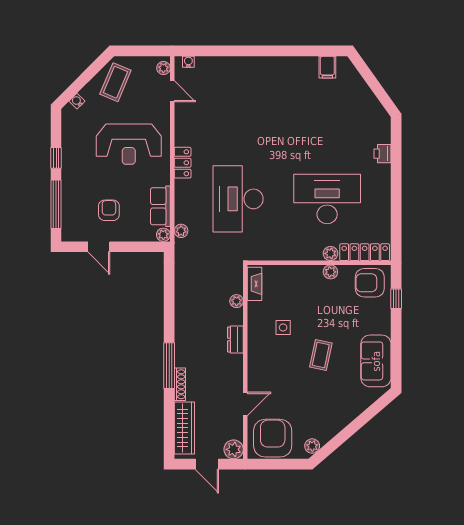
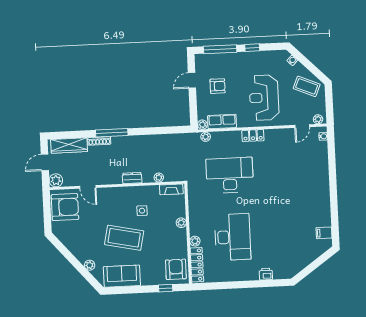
plant: (330, 272) -> (181, 223), moved
coffee table: (321, 355) -> (124, 238), width x1.86, depth x1.72
plant: (312, 446) -> (90, 265), moved

